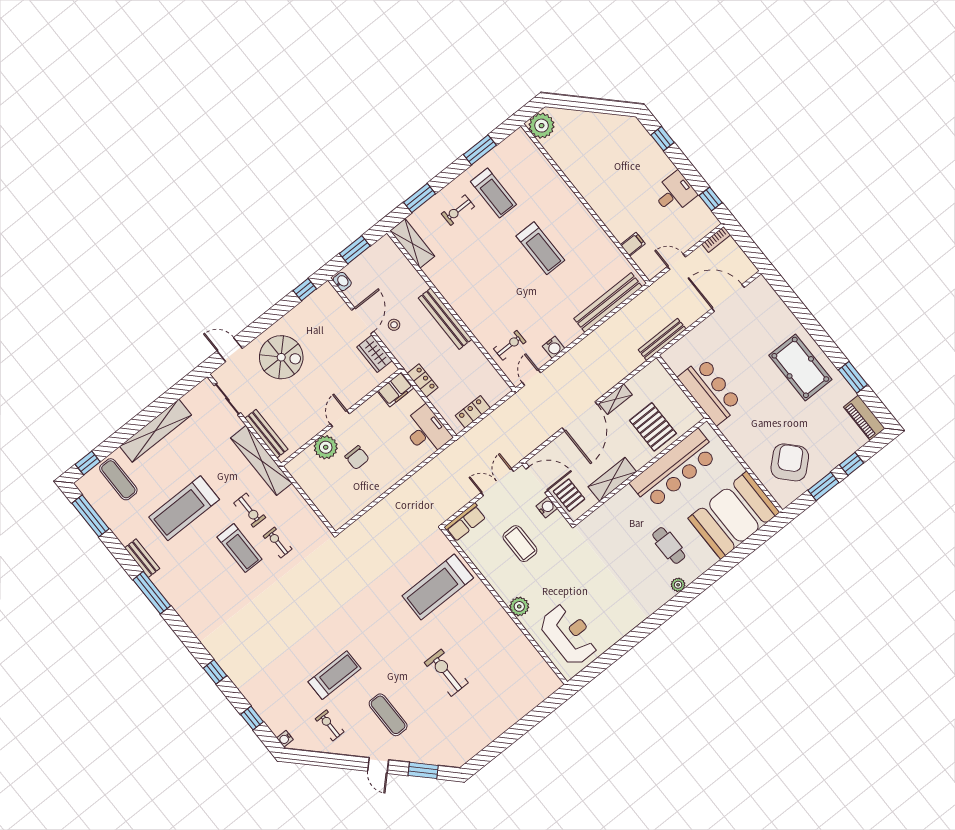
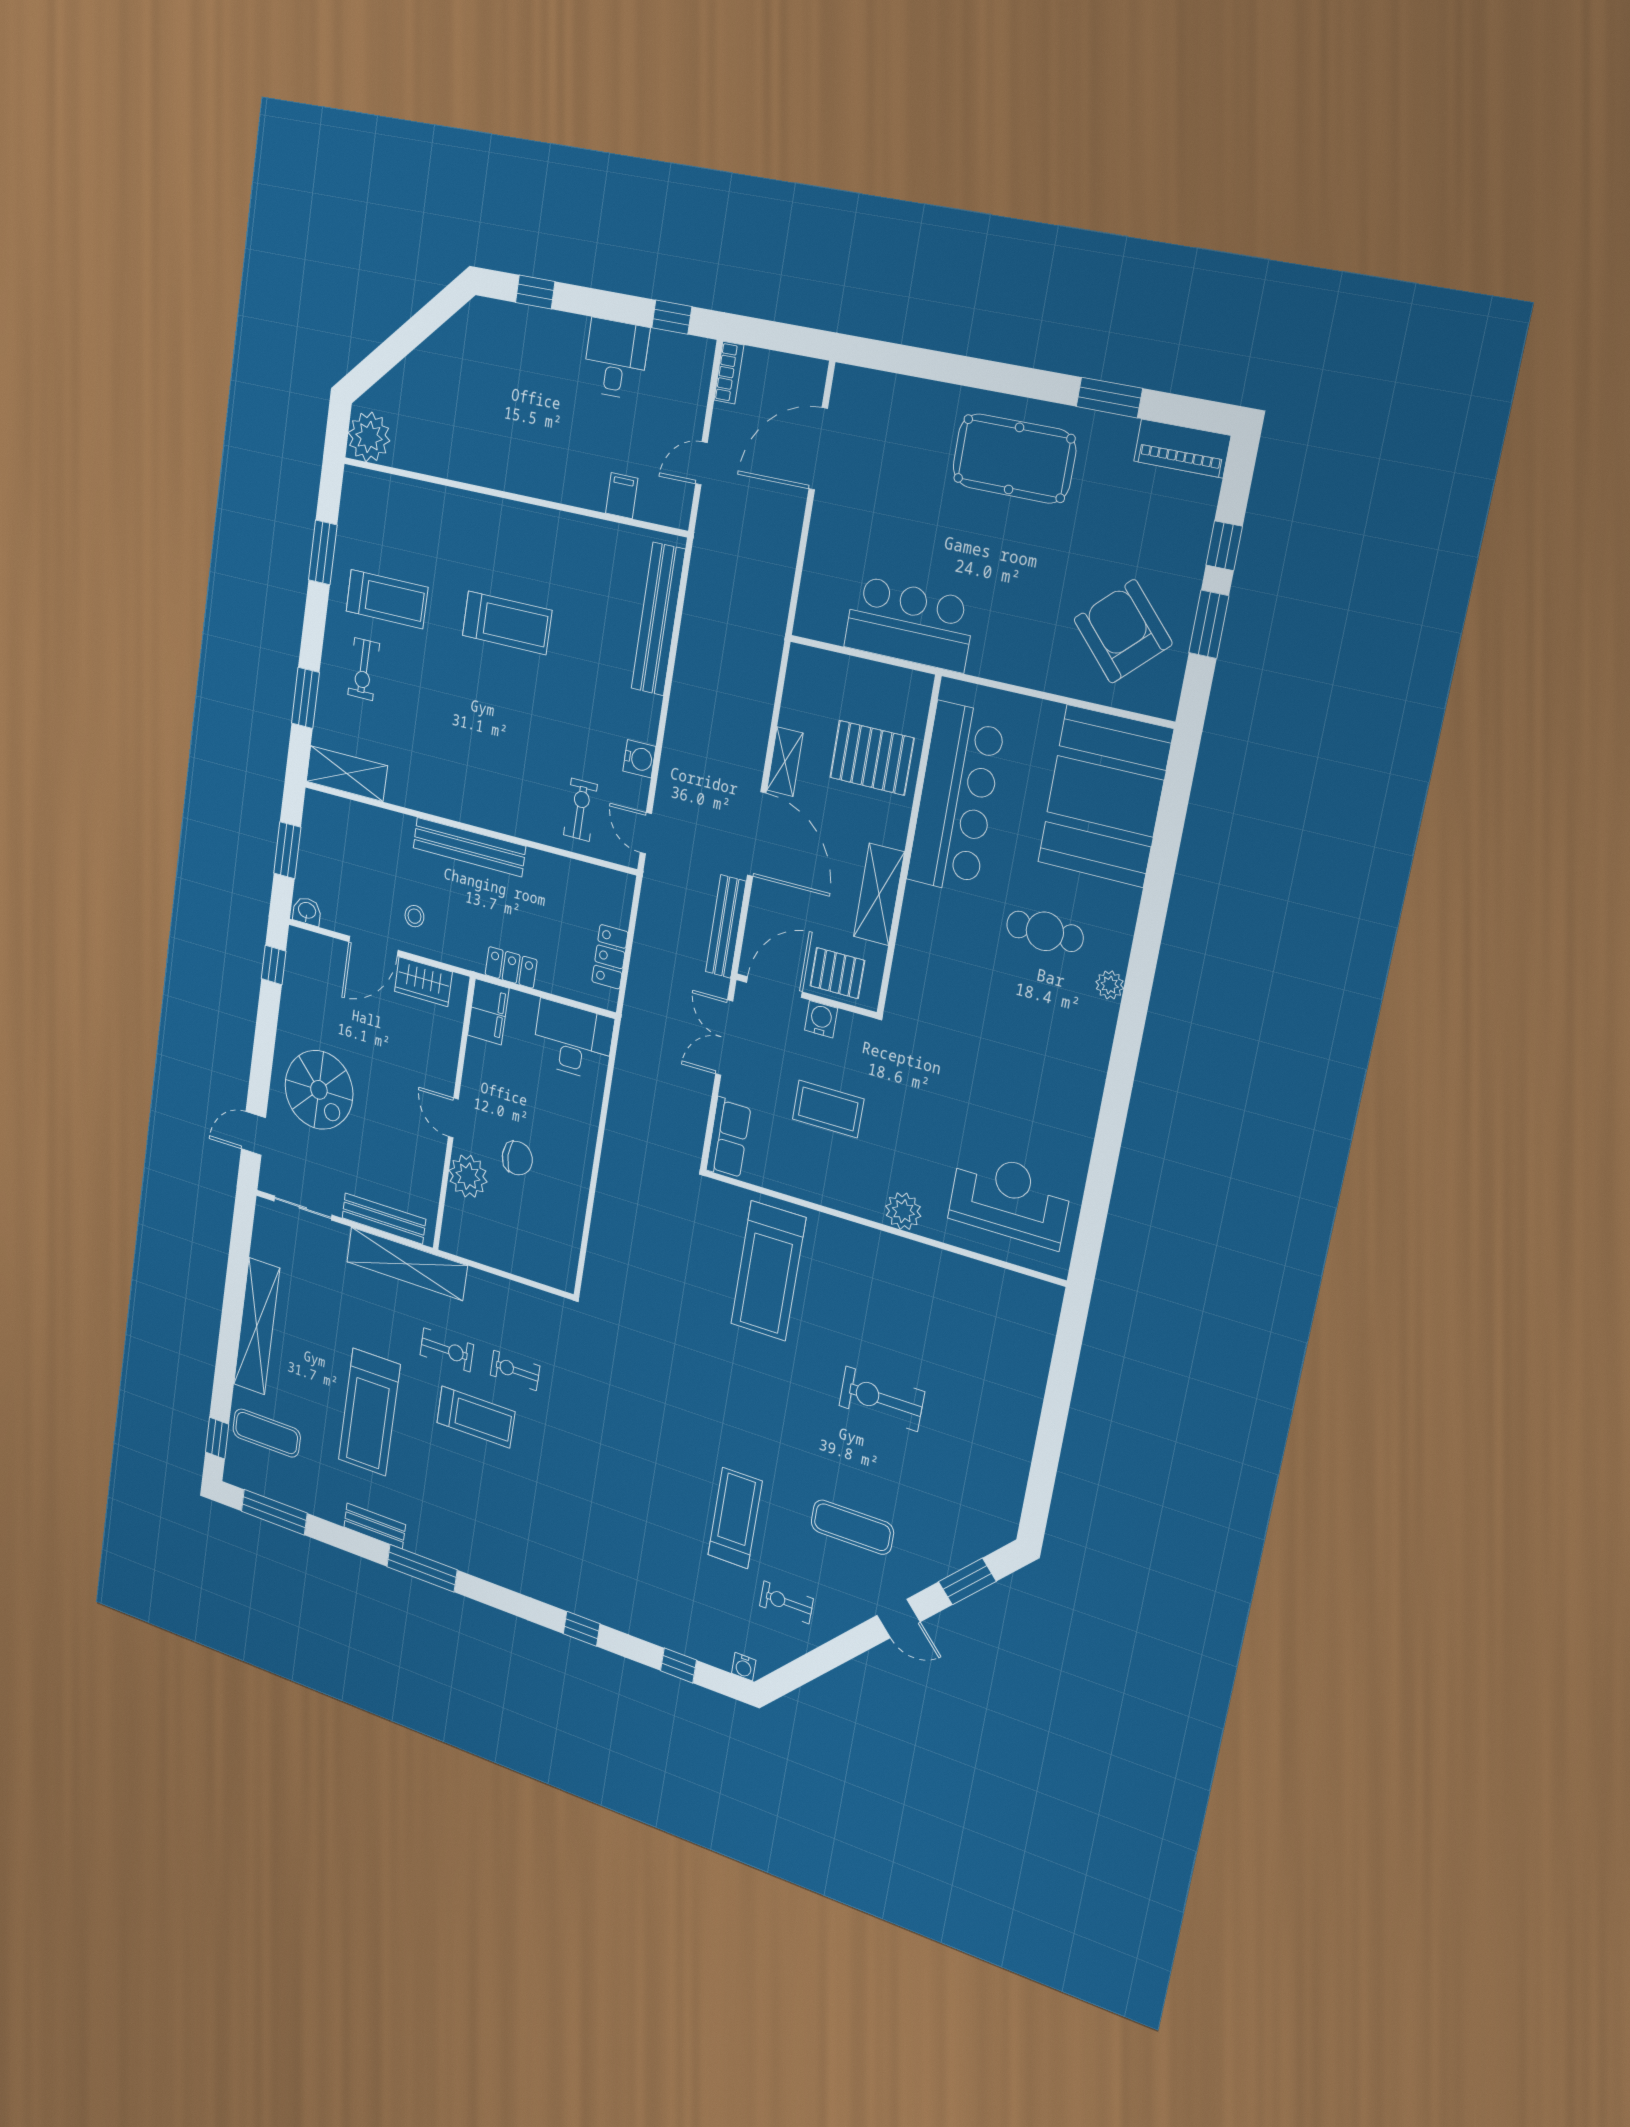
door: (363, 321) -> (373, 946), swing flipped
bench: (662, 339) -> (726, 927), moved
spiral stairs: (281, 357) -> (319, 1090), turned 90

